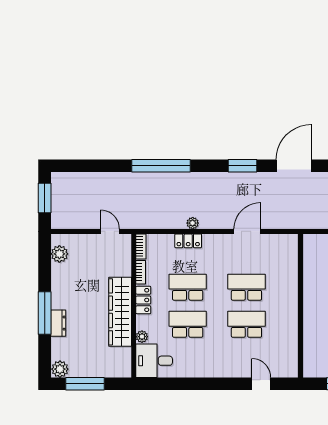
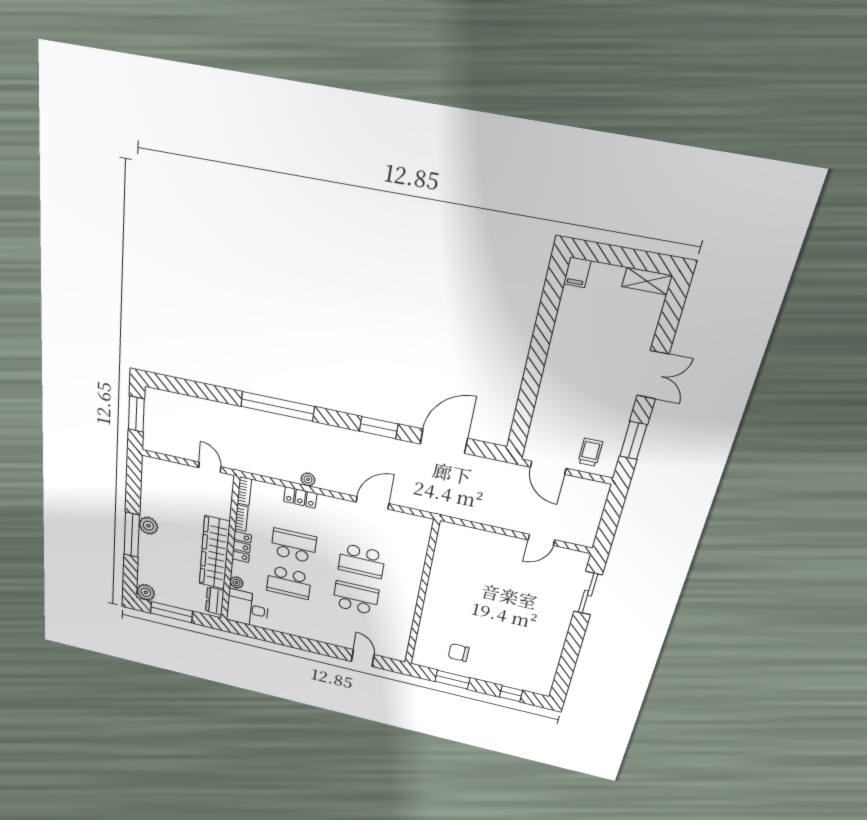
plant: (59, 254) -> (148, 526), moved
school desk: (246, 287) -> (362, 561), turned 180
dresser: (58, 323) -> (215, 601), moved, turned 180
school desk: (188, 324) -> (289, 582), turned 180

